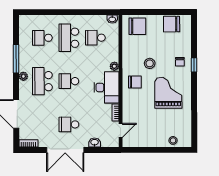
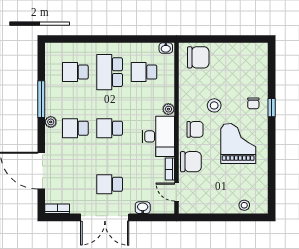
chair: (172, 24) -> (191, 162), moved, turned 180
school desk: (42, 81) -> (75, 128), width x0.54
door: (121, 130) -> (177, 192), swing flipped

